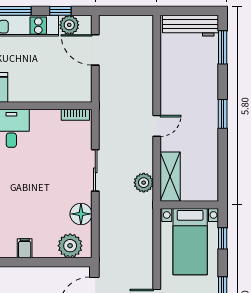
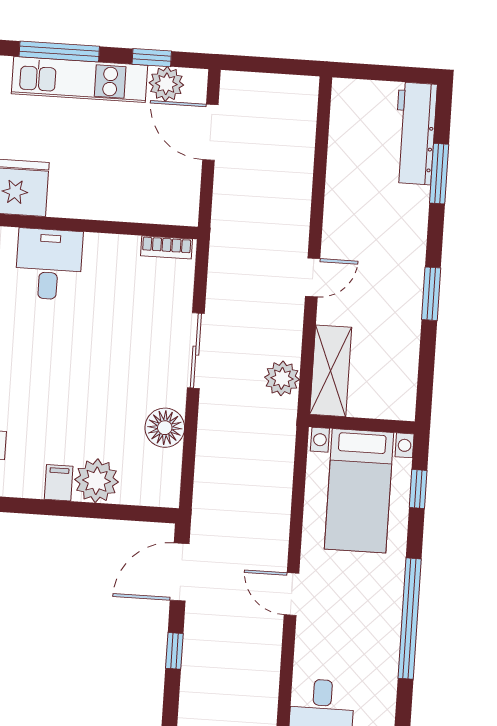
workbench: (190, 26) -> (415, 133), moved, turned 90
window: (223, 47) -> (439, 174), moved
window: (223, 114) -> (431, 294), moved
plant: (70, 246) -> (97, 481), moved

